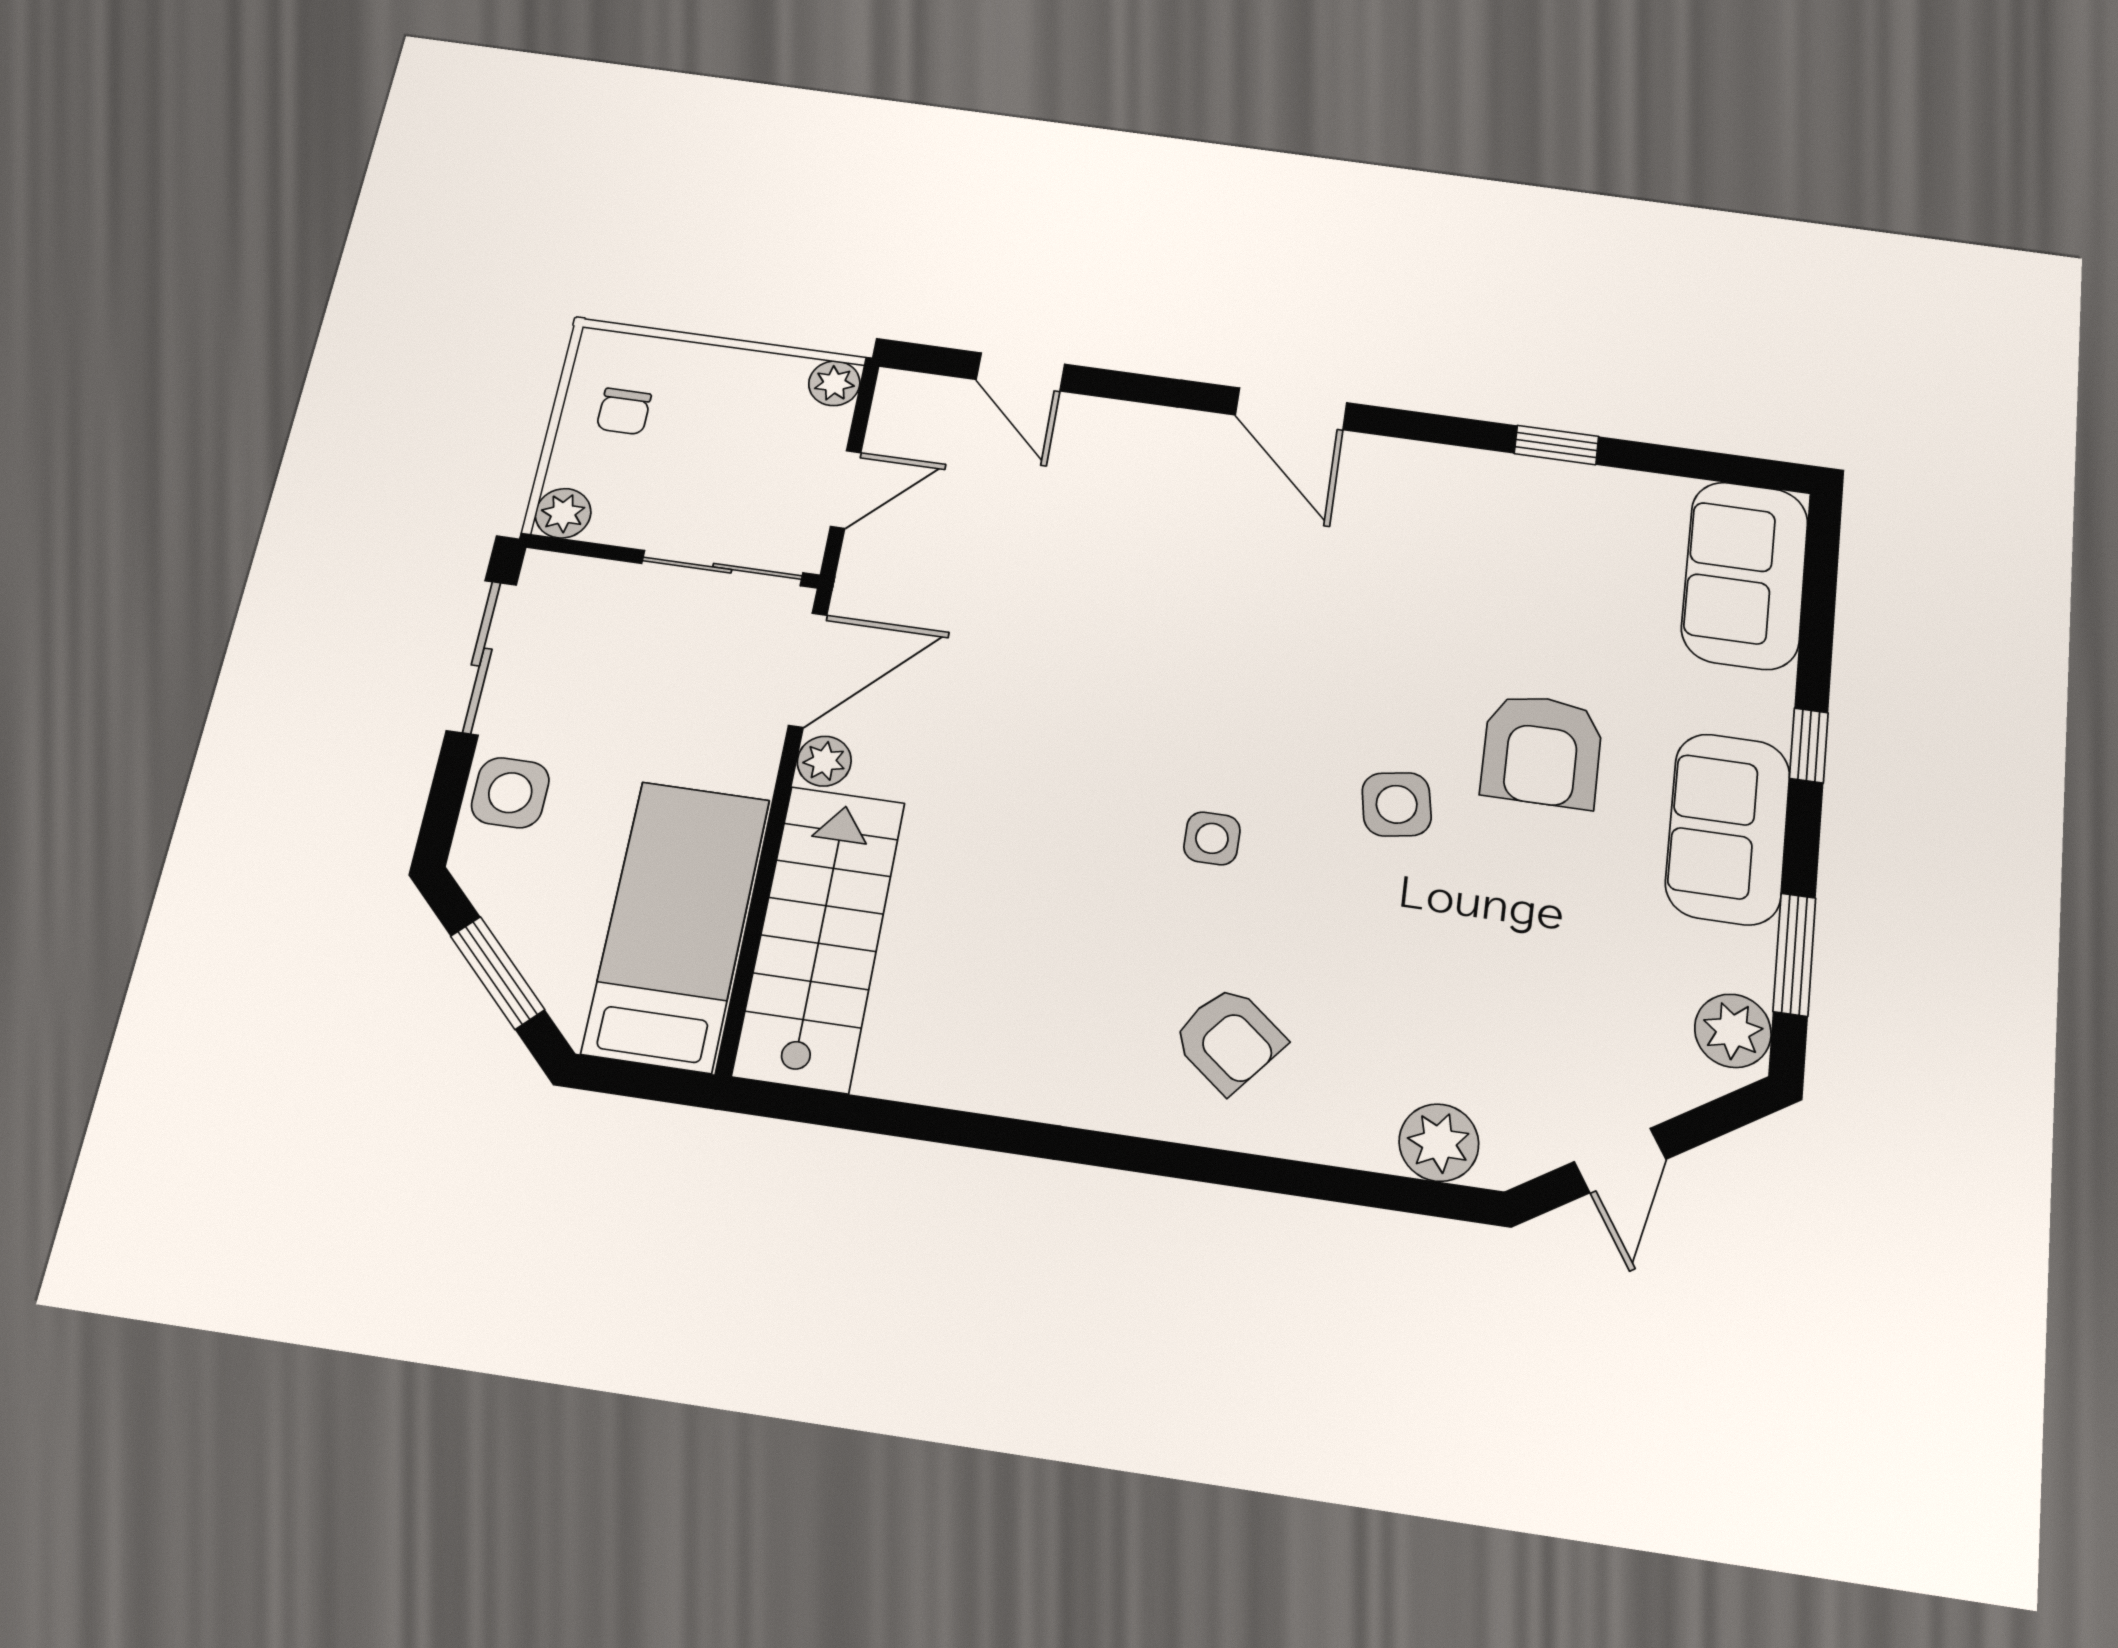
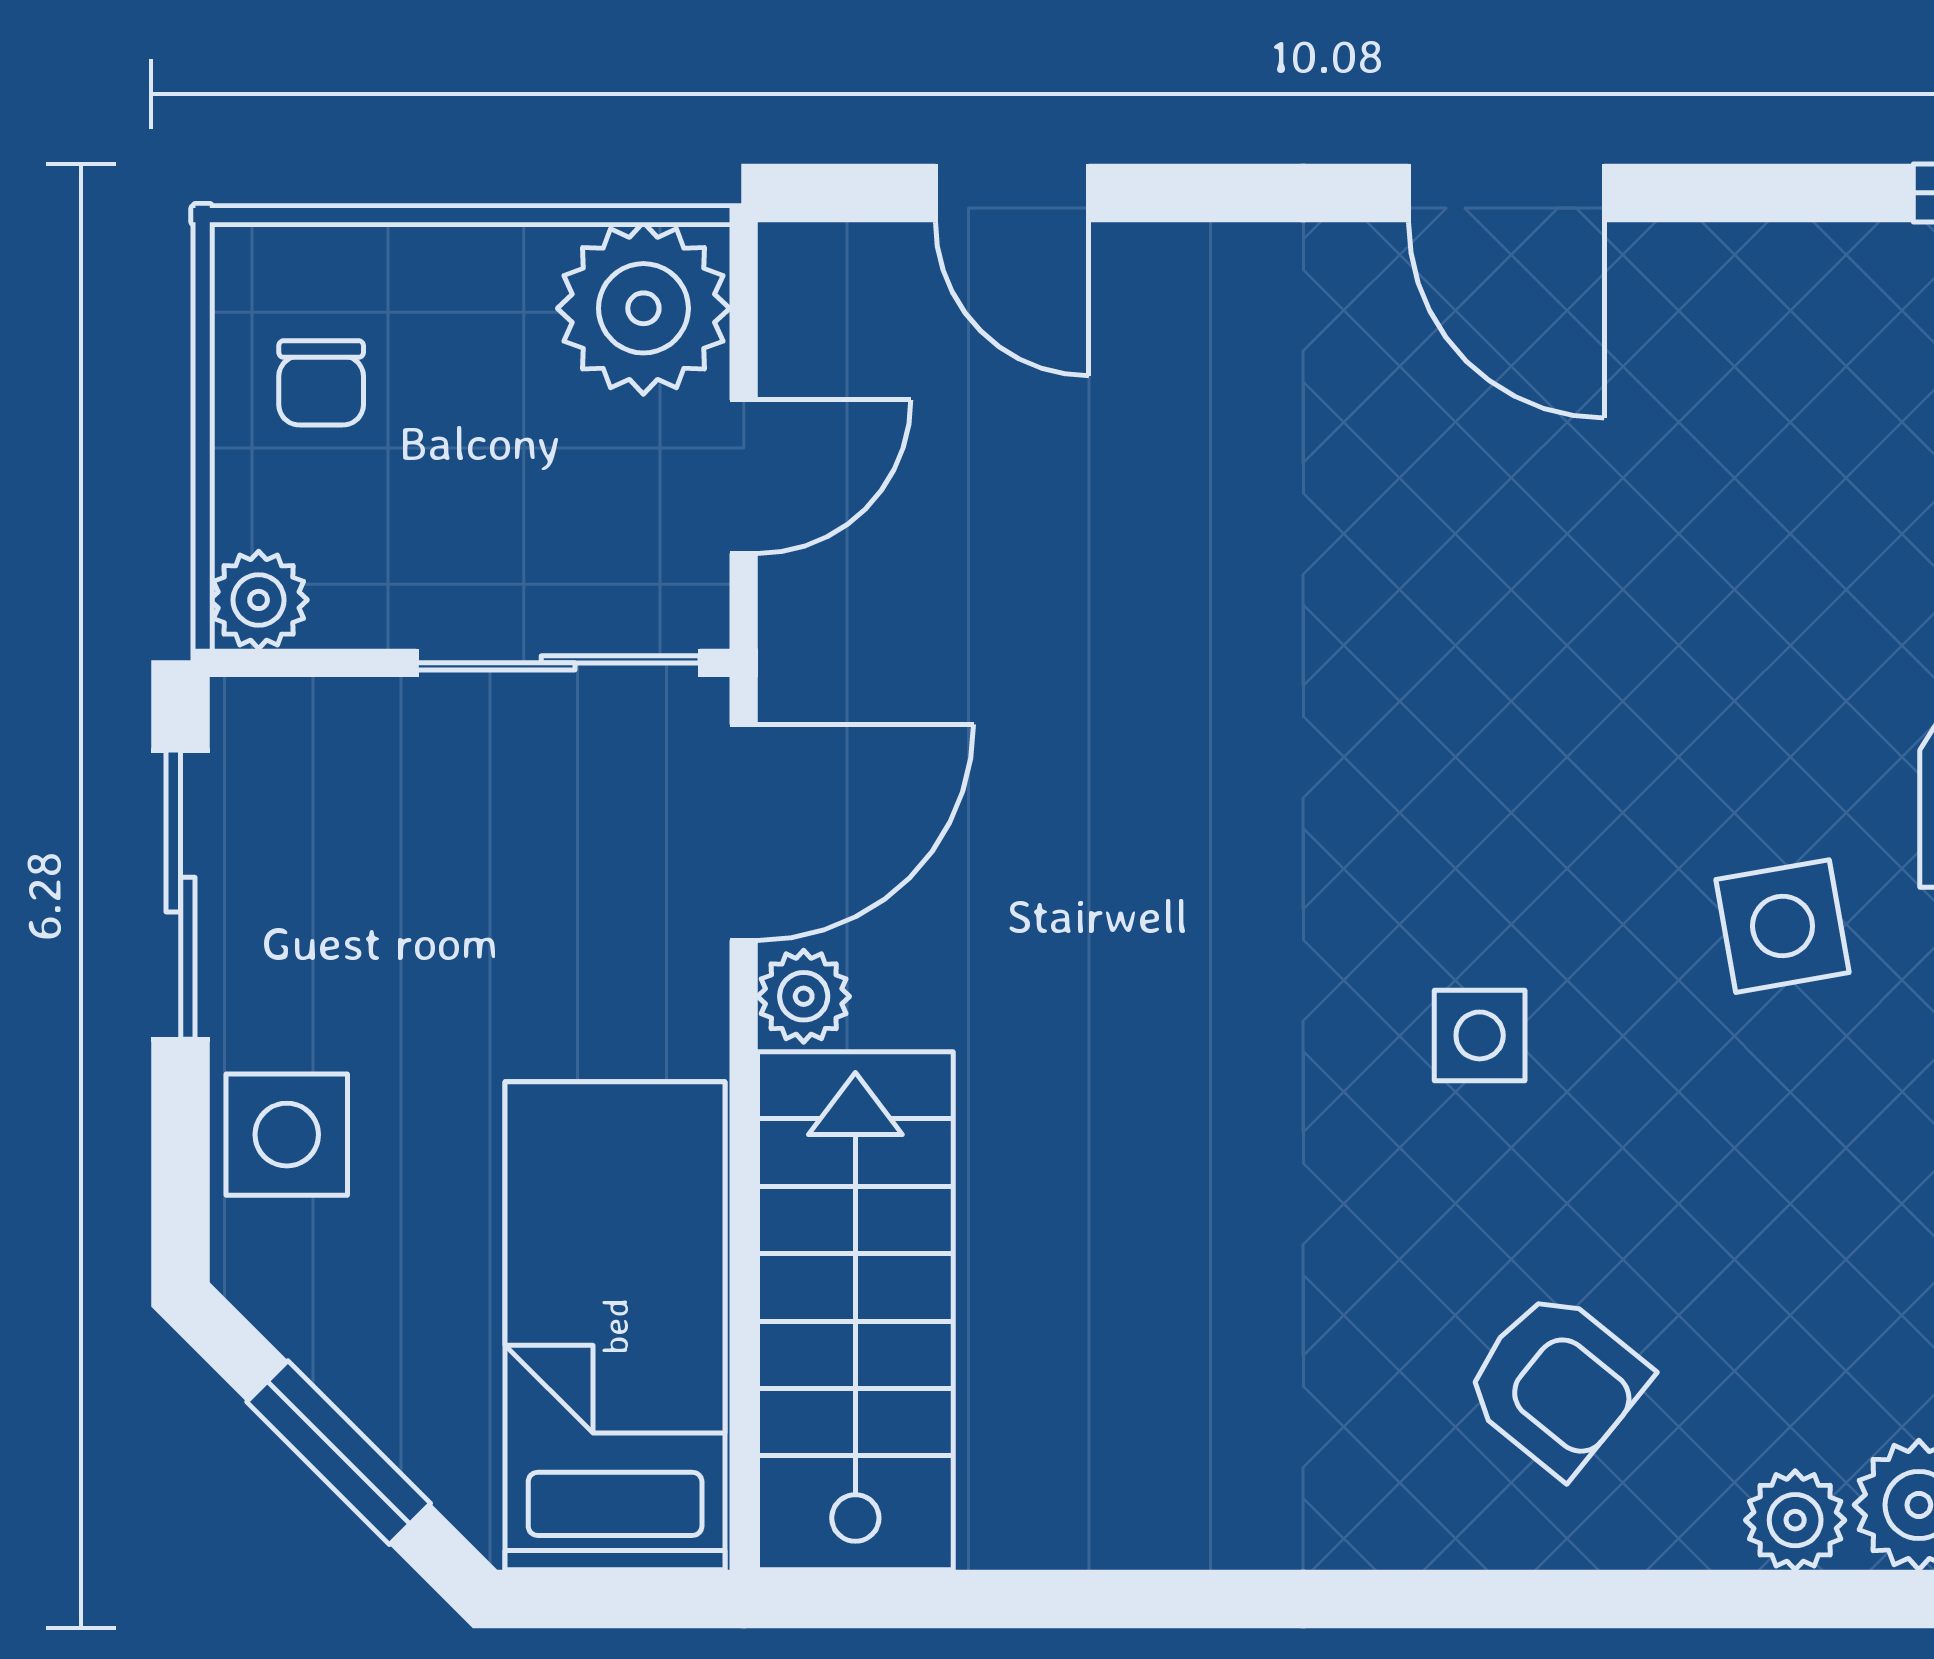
plant: (834, 383) -> (643, 308), width x1.88, depth x1.88
plant: (1362, 1140) -> (1795, 1520), added

